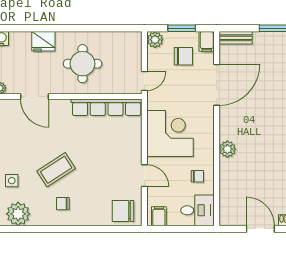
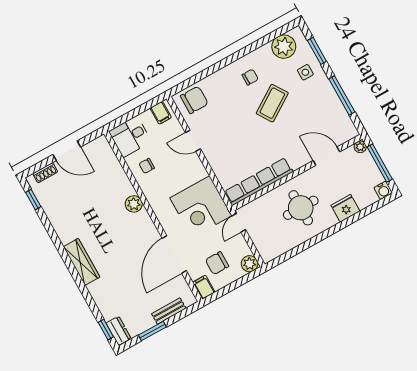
window: (182, 28) -> (232, 286), removed
bench: (236, 38) -> (169, 311), moved
corner desk: (170, 133) -> (201, 207), moved

